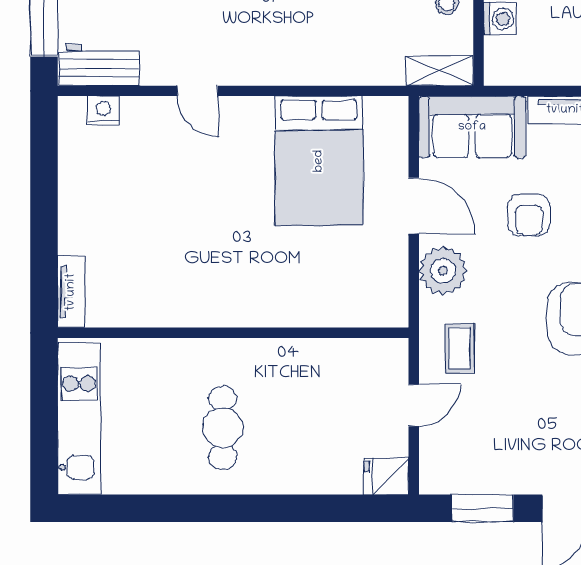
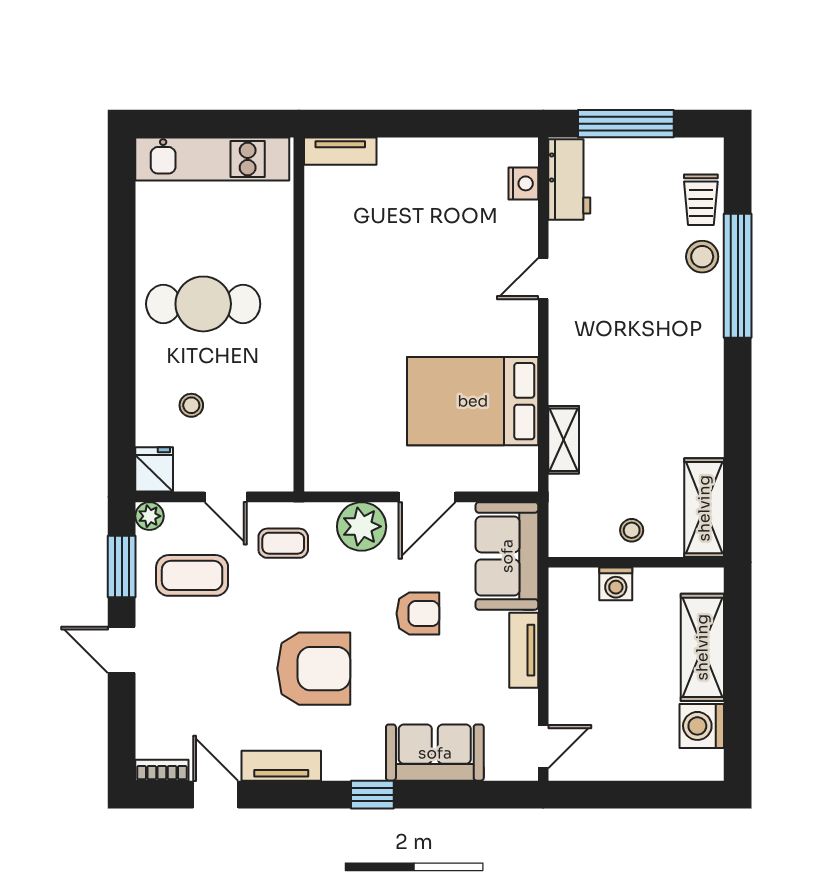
shelving: (440, 71) -> (564, 440), moved
armchair: (529, 215) -> (418, 614), turned 180
cafe table: (223, 428) -> (203, 304), width x1.37, depth x1.35
stool: (323, 439) -> (191, 405), added
coffee table: (491, 439) -> (192, 575), added
plant: (433, 481) -> (149, 516), added

